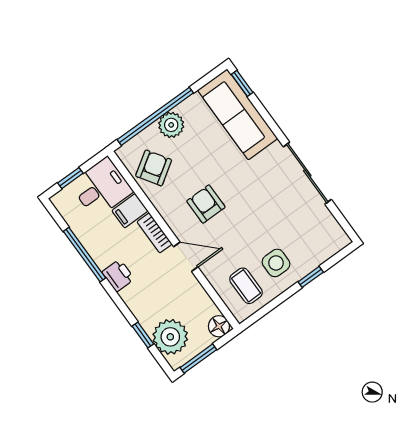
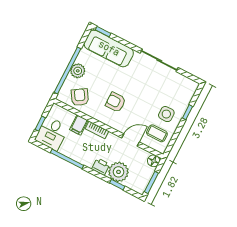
desk: (101, 188) -> (52, 133), moved, turned 180
door: (186, 257) -> (130, 140), moved
printer: (118, 275) -> (101, 167), moved
plant: (170, 337) -> (119, 172), moved

